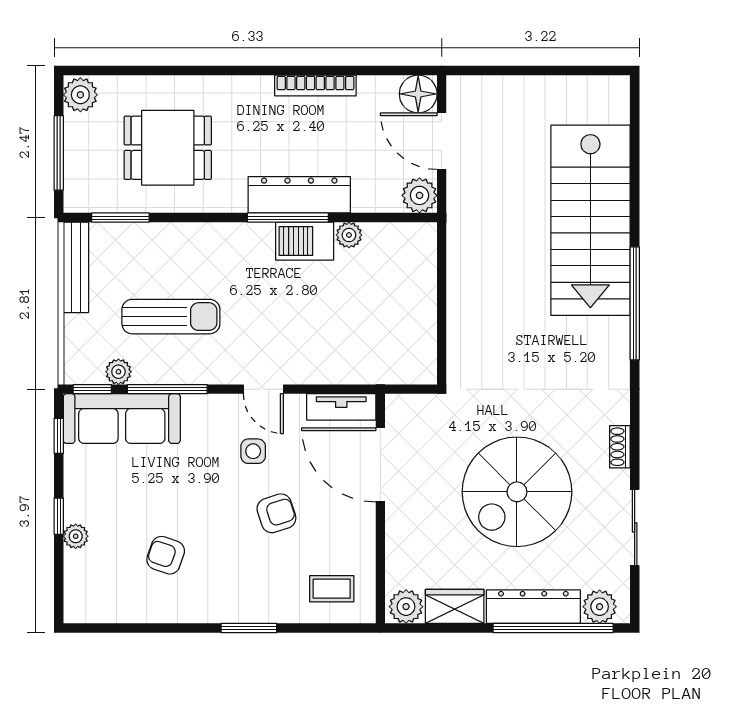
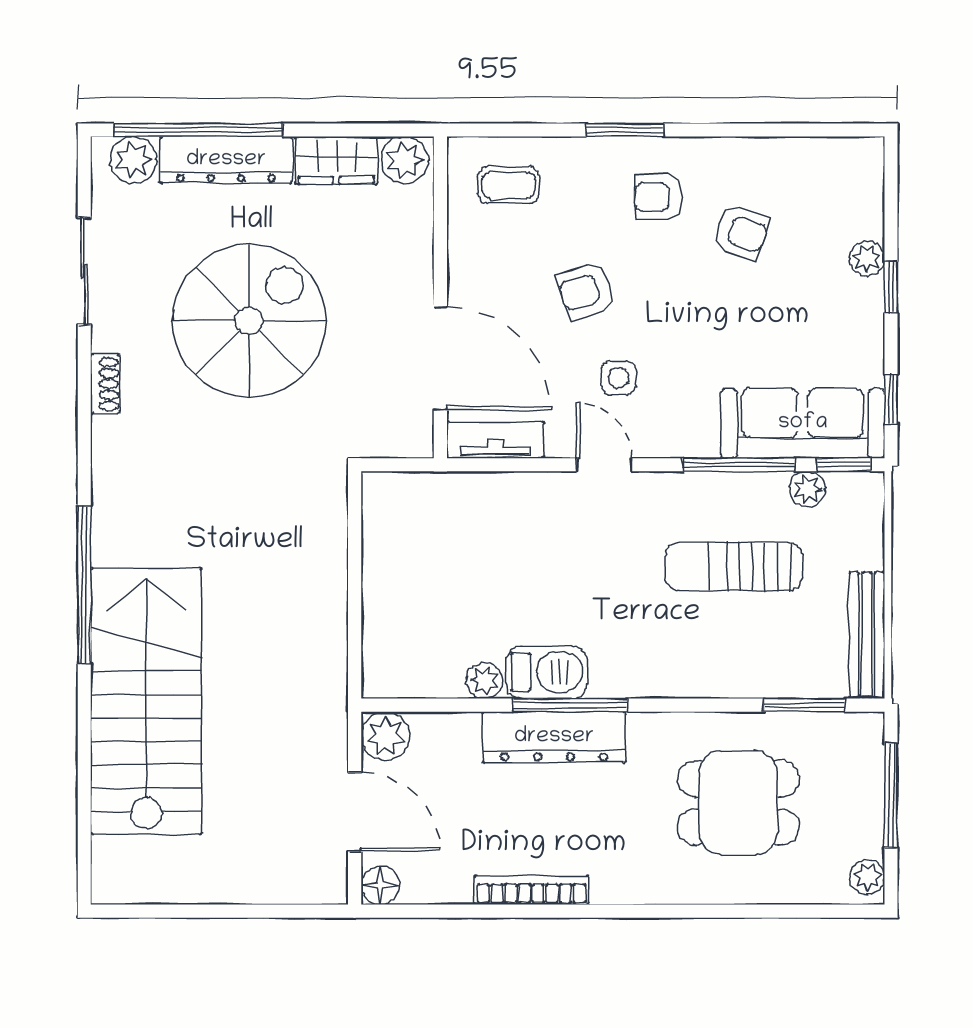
floor lamp: (418, 94) -> (380, 885), width x0.73, depth x0.73
plant: (80, 95) -> (867, 877), width x0.73, depth x0.73
armchair: (225, 580) -> (658, 197), added

